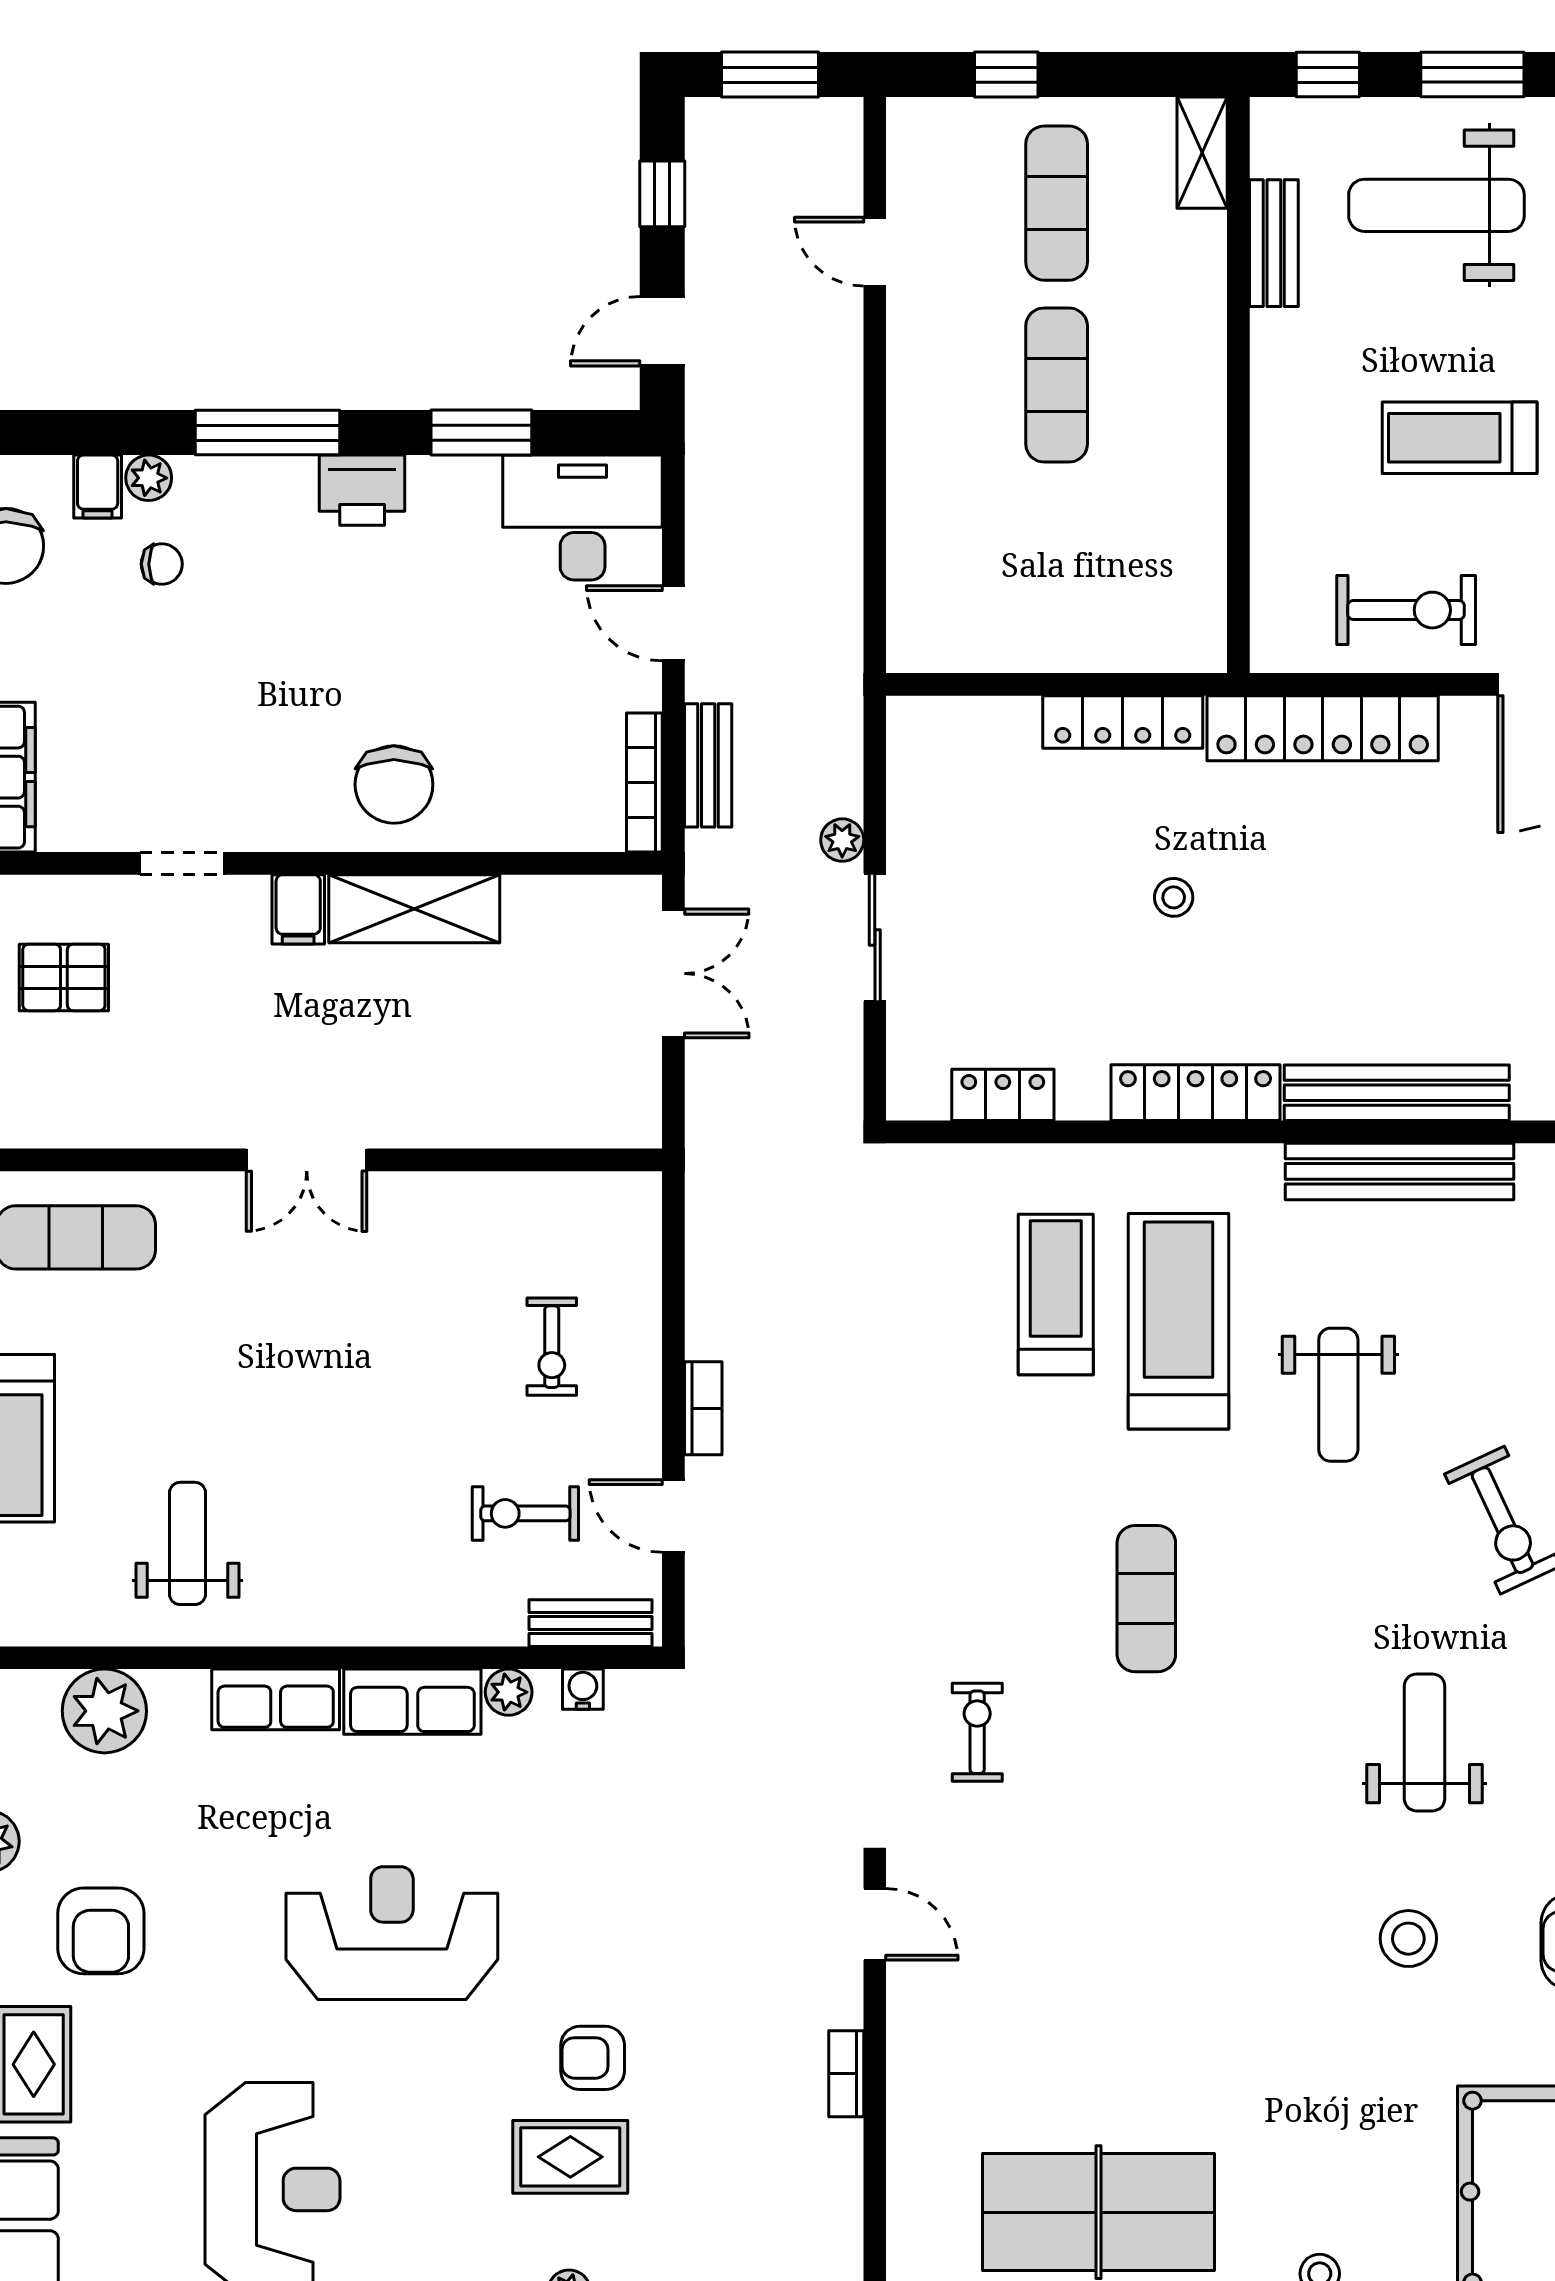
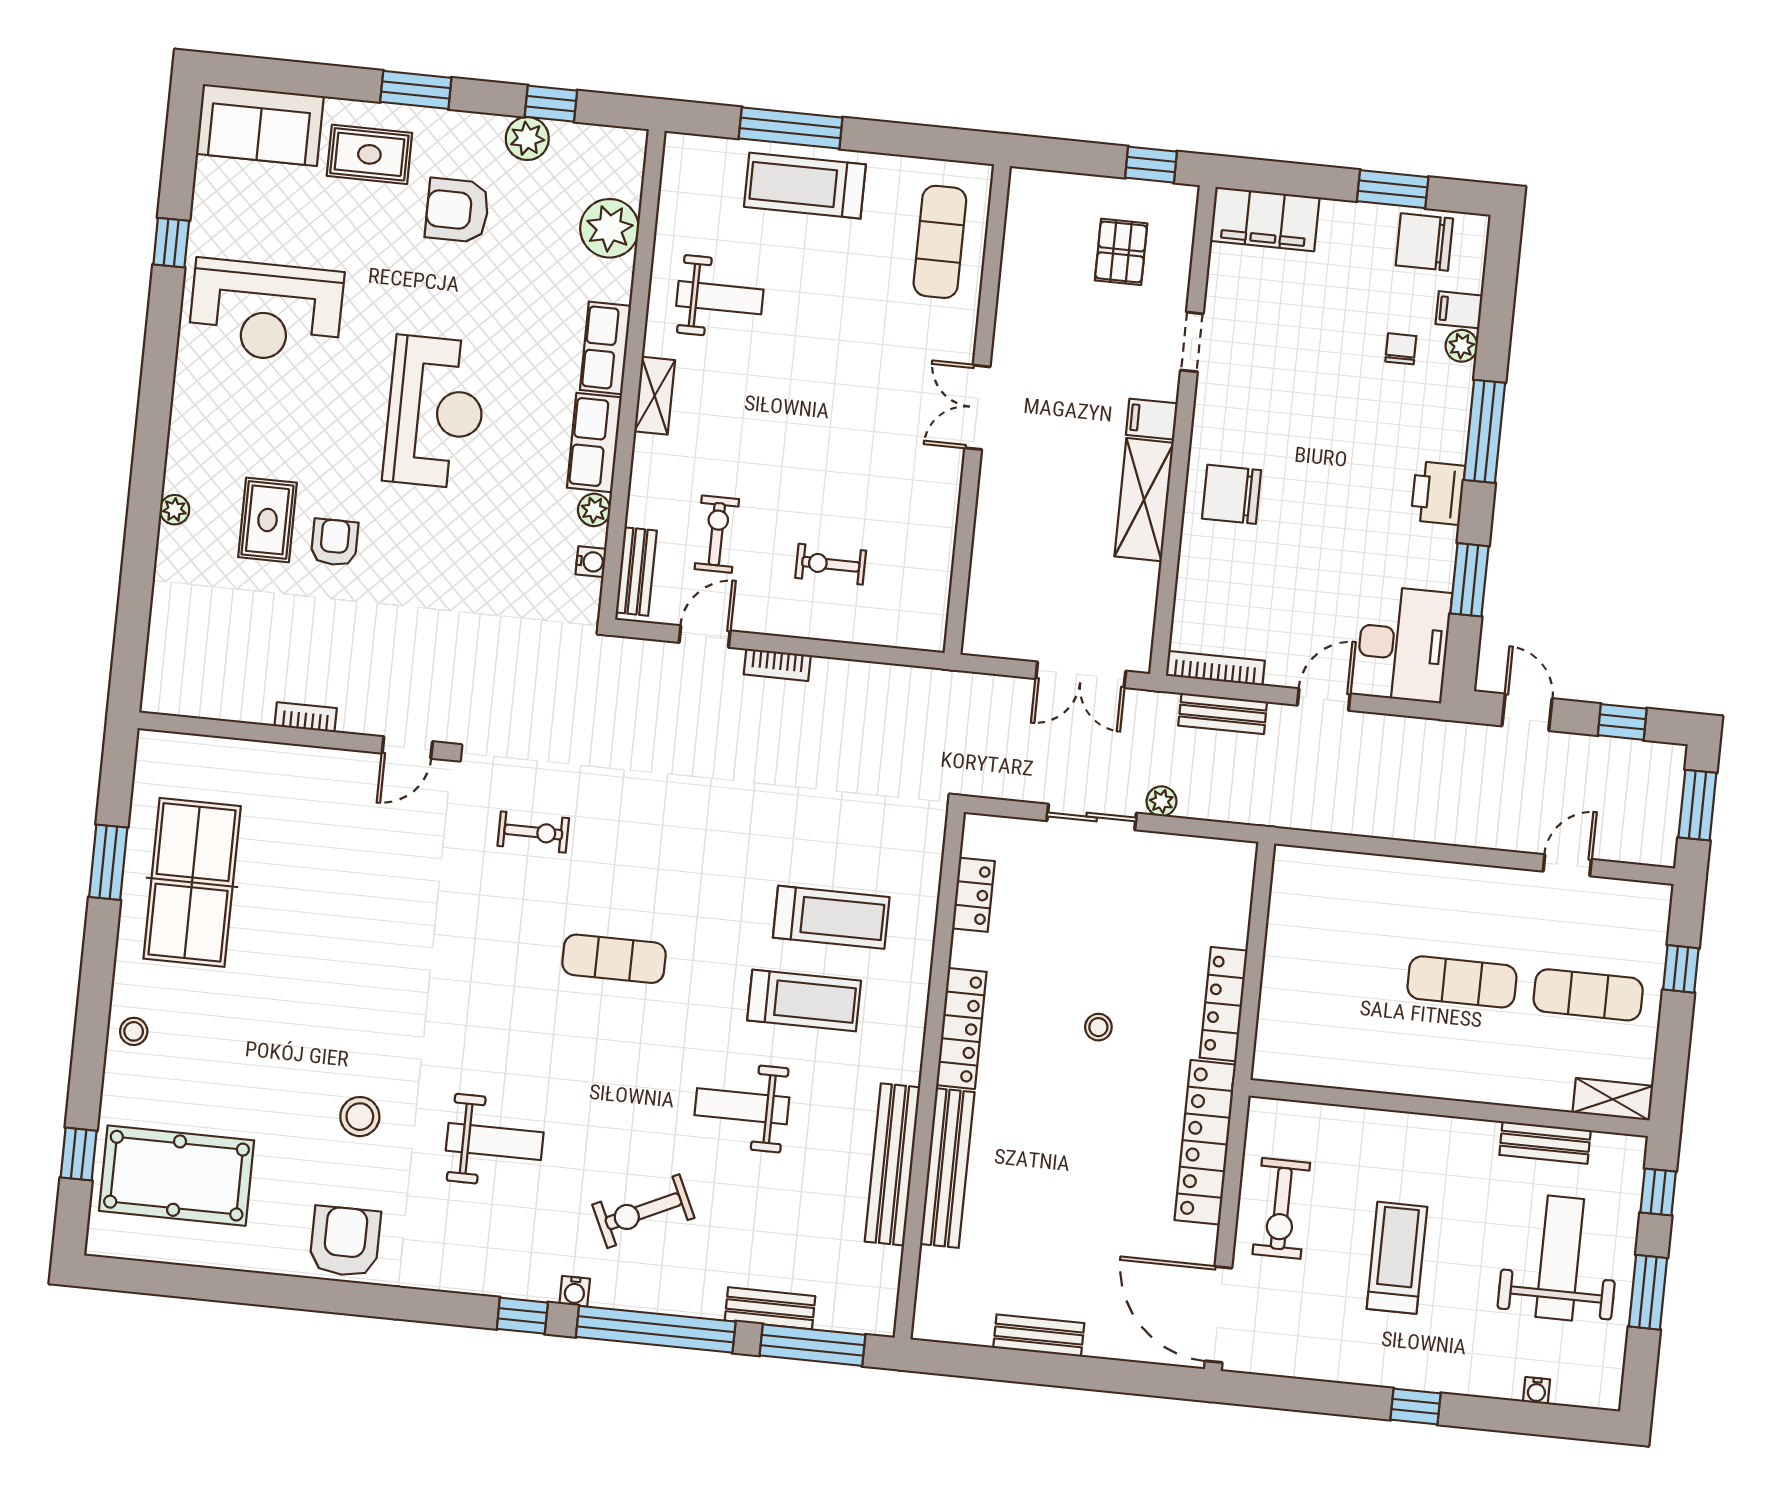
chair: (162, 564) -> (1401, 349), turned 180
treadmill: (1178, 1321) -> (804, 1001), width x0.73, depth x0.73
shelving: (337, 1622) -> (655, 396), added

